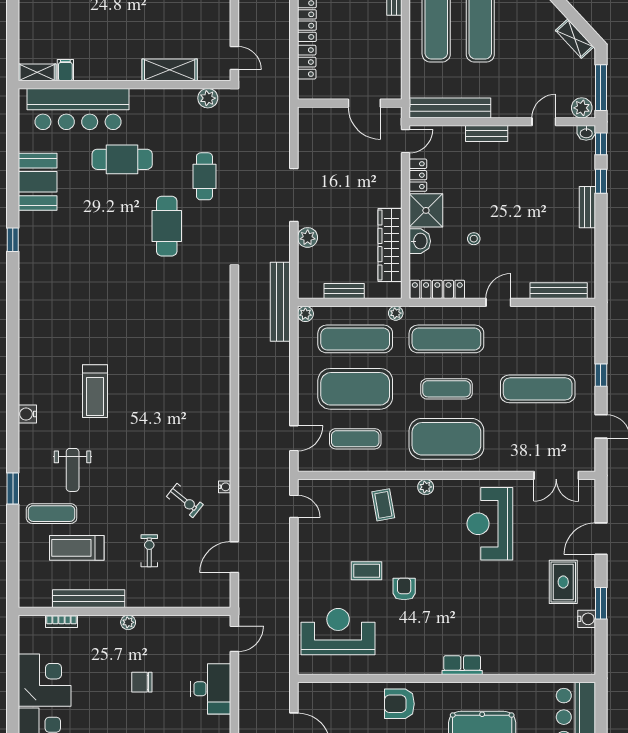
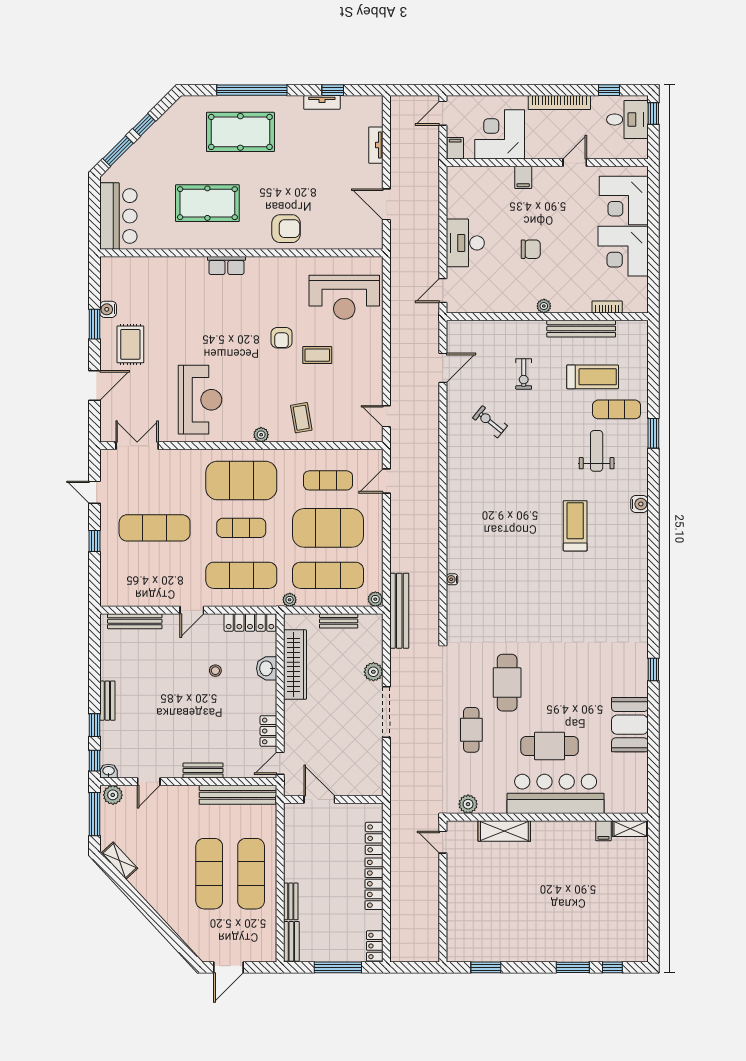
bar counter: (78, 109) -> (556, 794), moved
shower: (426, 210) -> (261, 697), removed
water cooler: (225, 487) -> (452, 579), moved

